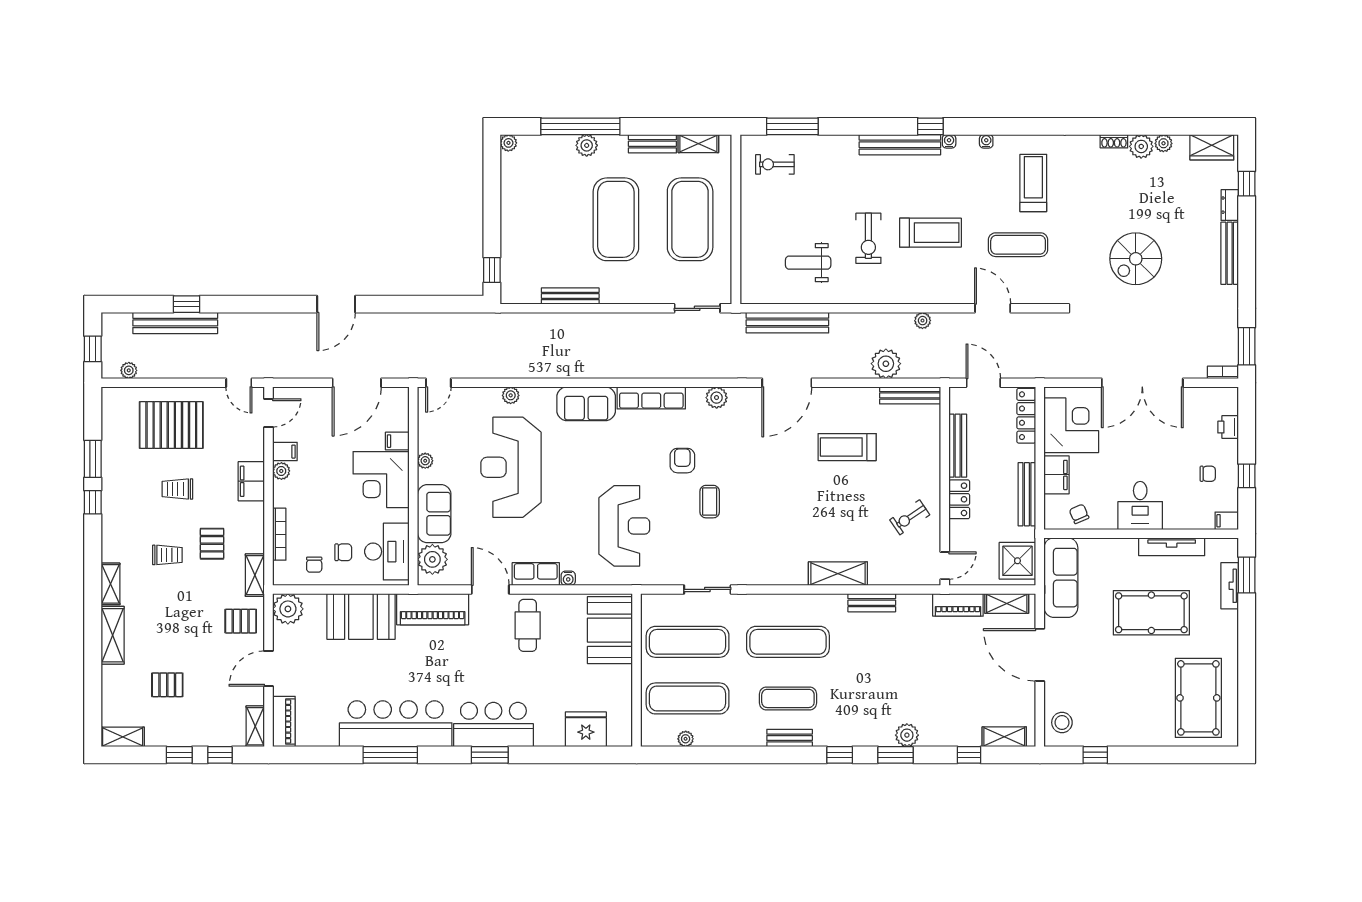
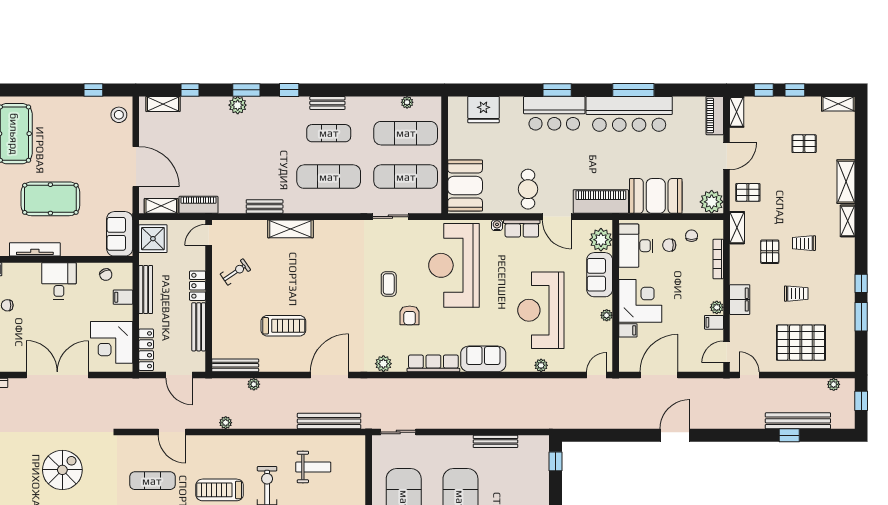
plant: (886, 364) -> (254, 384), width x0.53, depth x0.53
reception desk: (511, 467) -> (541, 310), turned 180
filing cabinet: (1057, 475) -> (123, 297), width x0.50
reception desk: (624, 526) -> (454, 265), width x1.36, depth x1.30
sofa: (1061, 578) -> (120, 234), width x0.73

